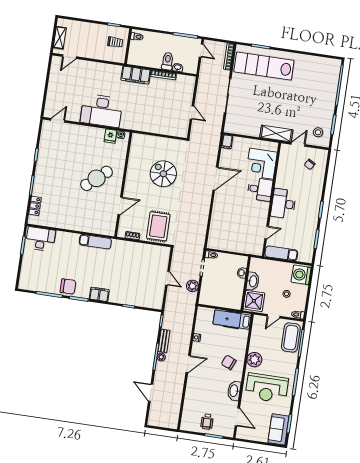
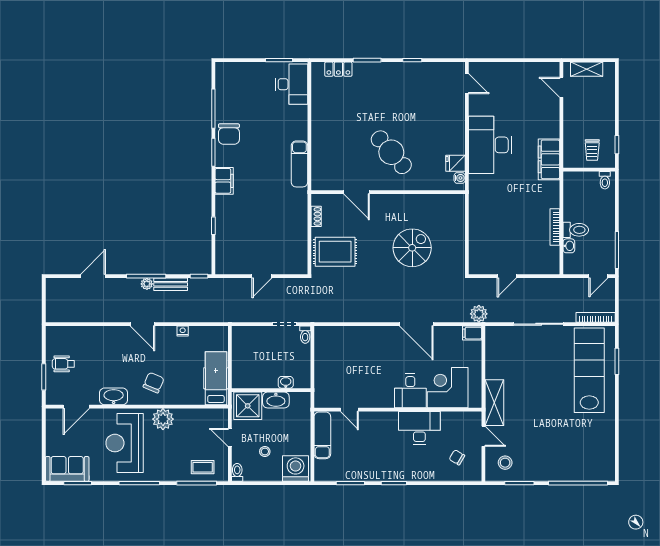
filing cabinet: (136, 75) -> (549, 159), moved
desk: (283, 204) -> (419, 428), moved
plant: (192, 286) -> (479, 314), moved
coffee table: (291, 338) -> (203, 467), width x0.54, depth x0.58

